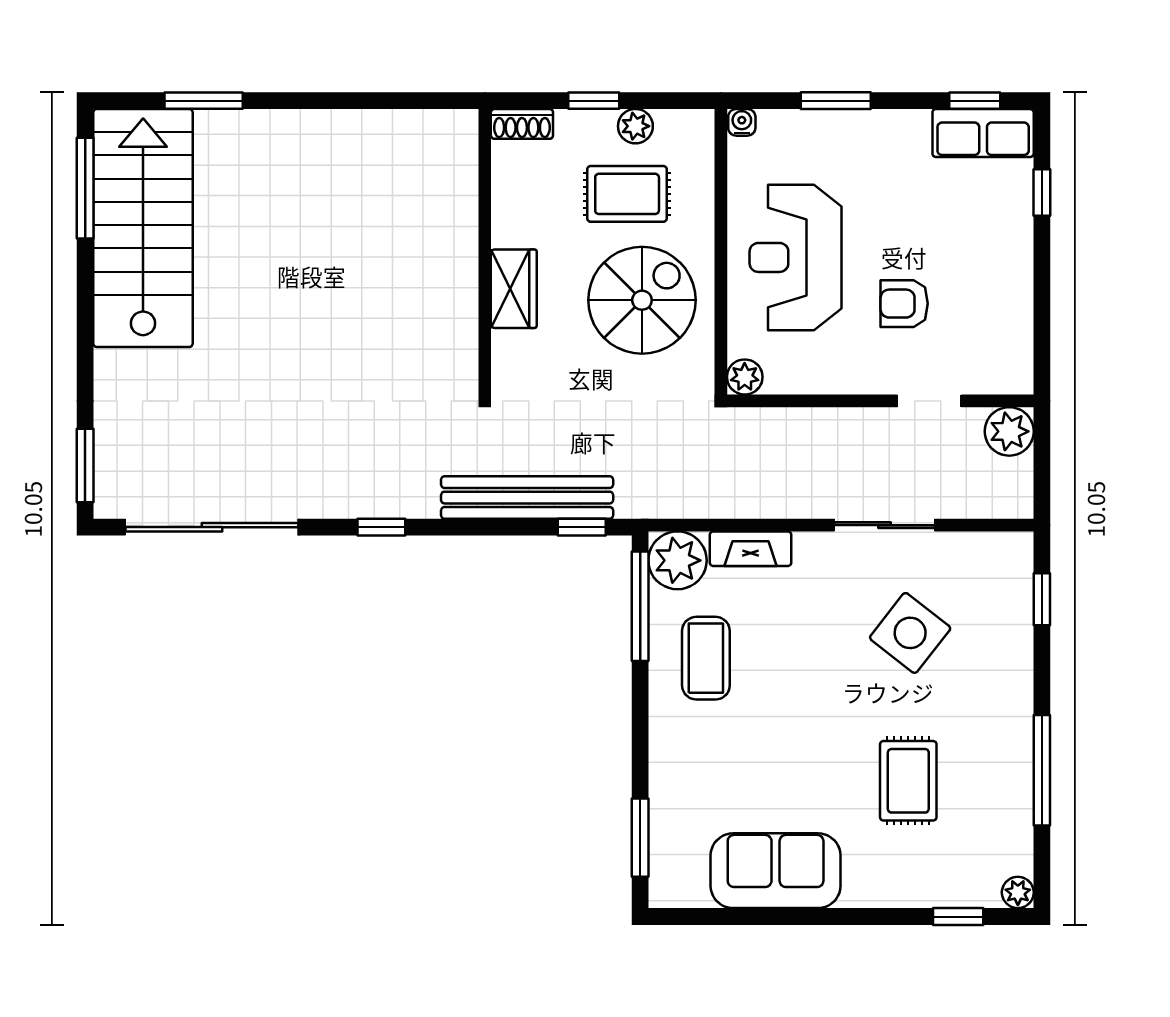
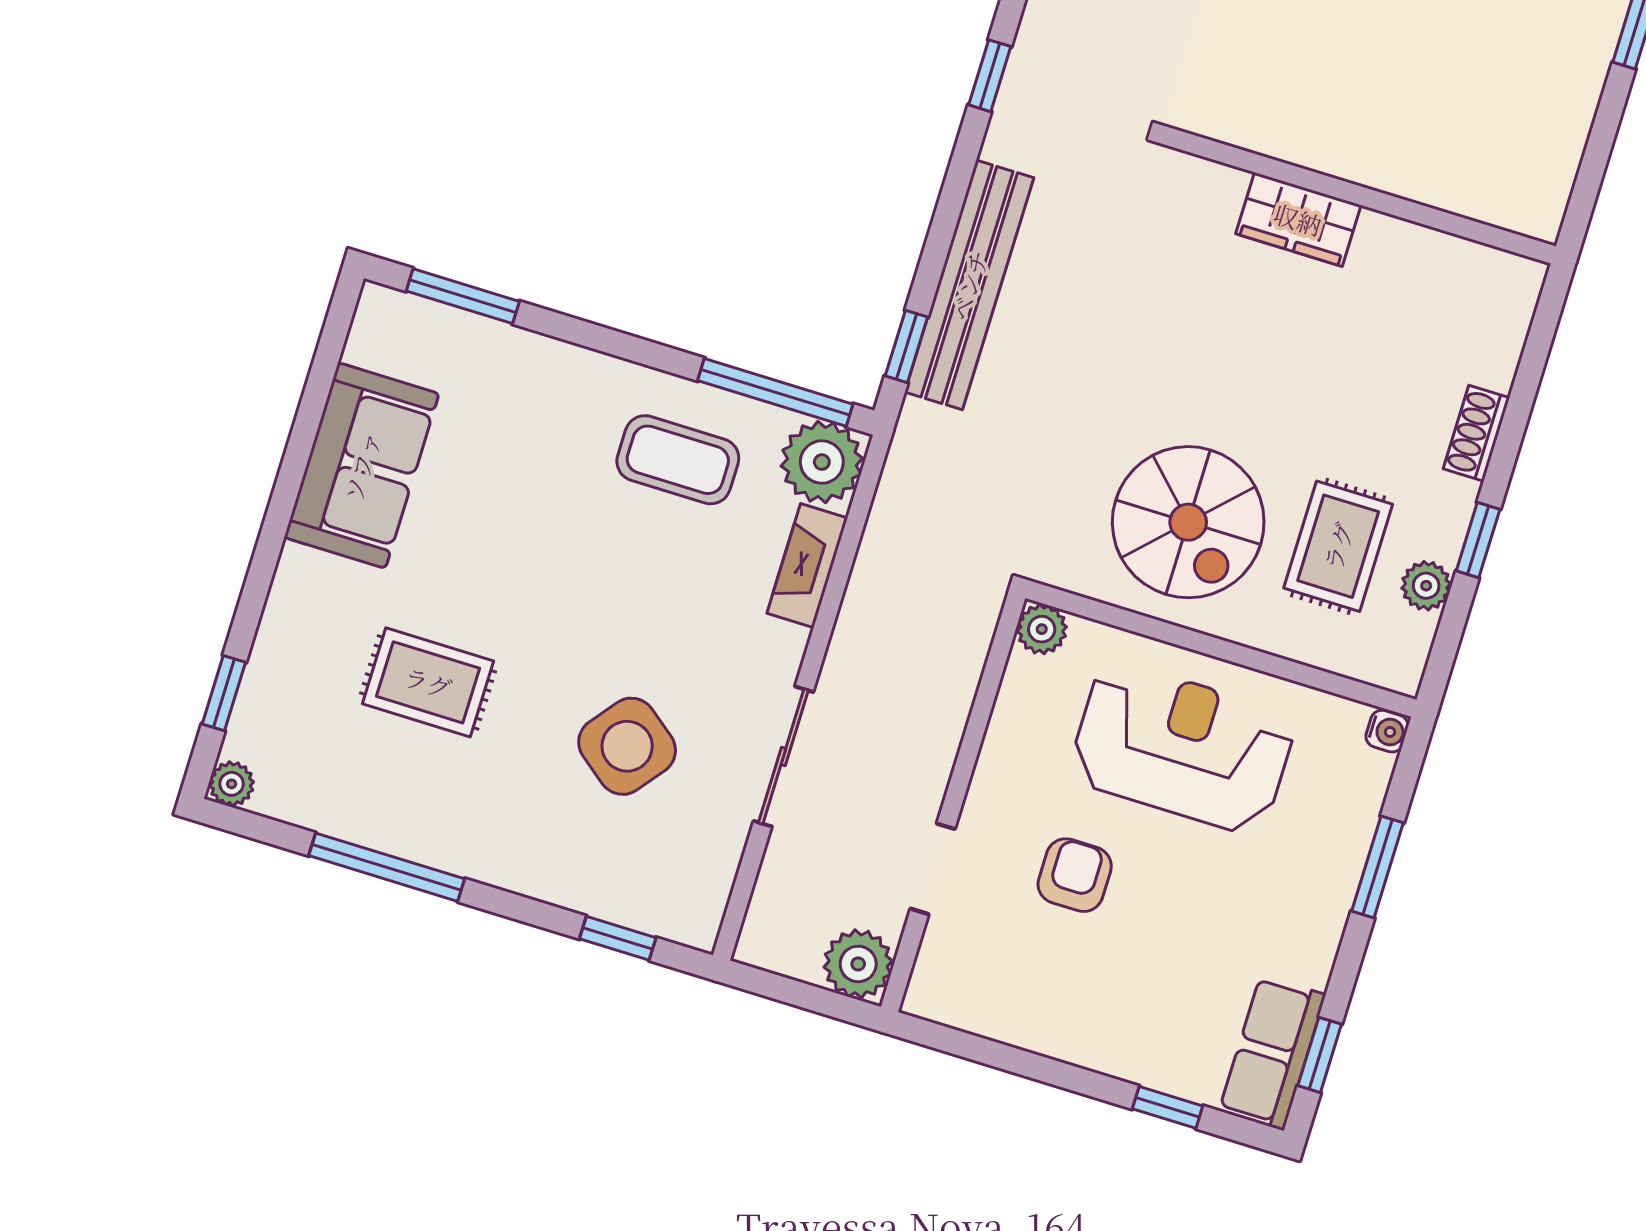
wall: (485, 252) -> (1360, 196), moved
wardrobe: (514, 289) -> (1298, 219), moved

